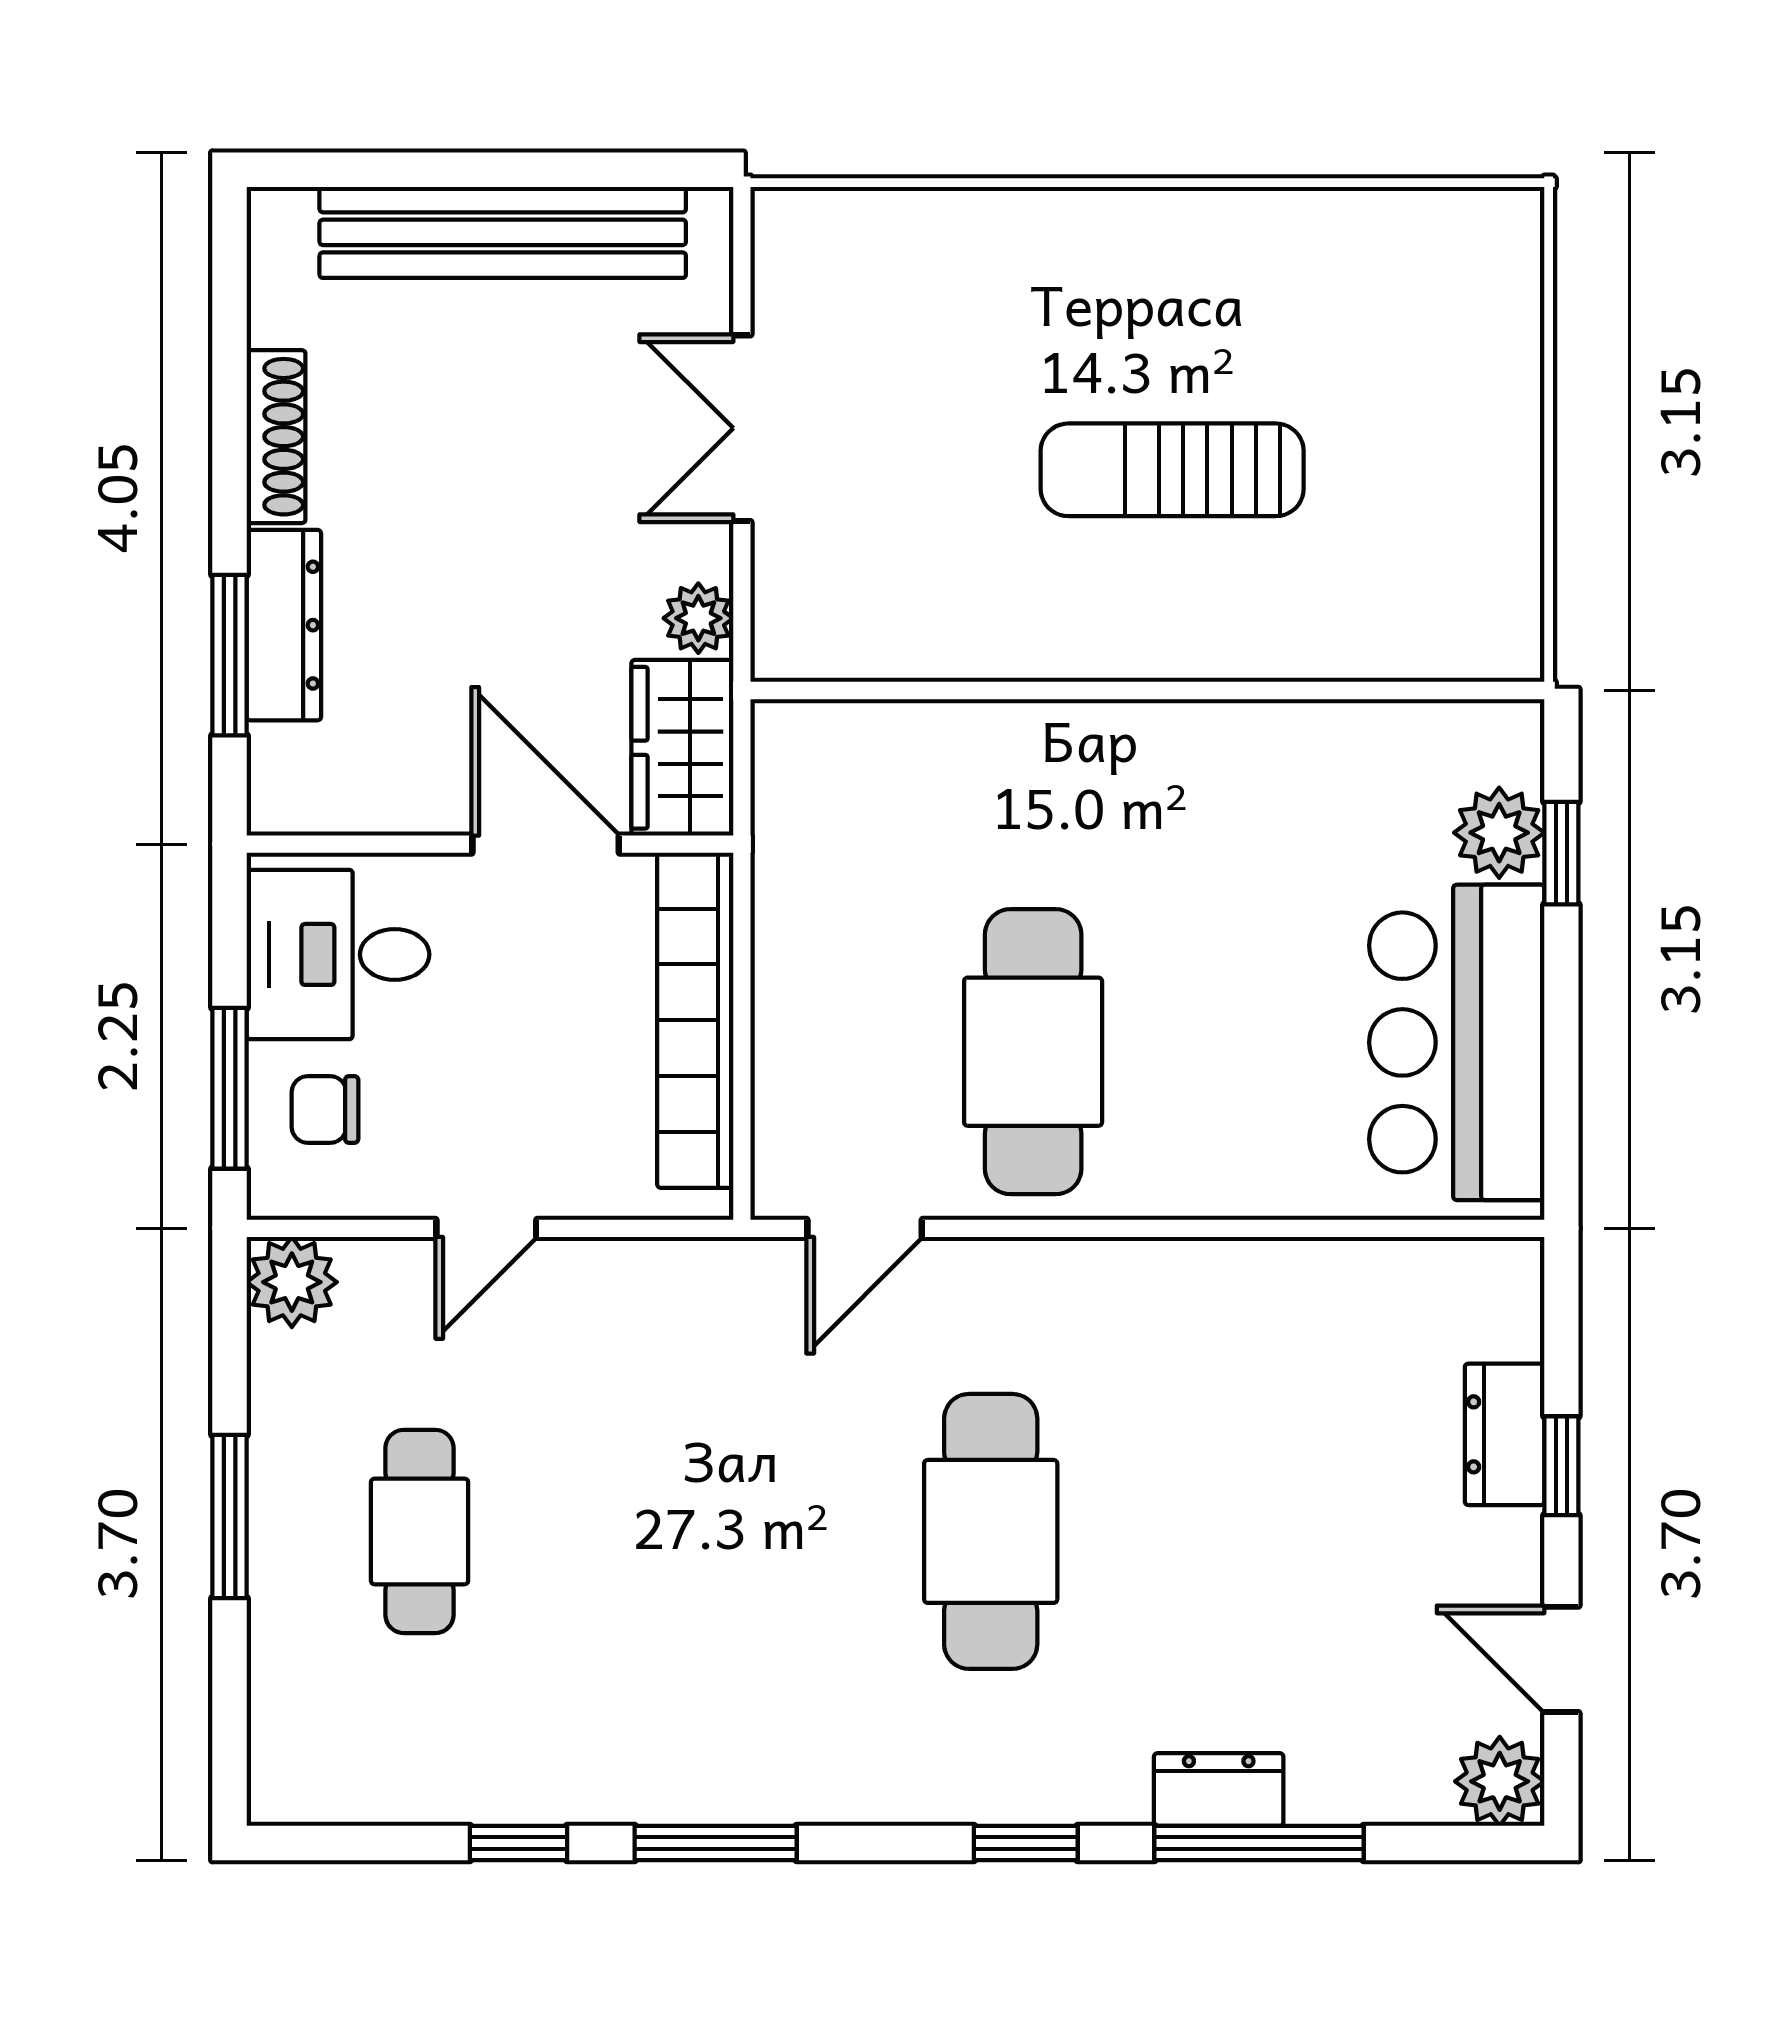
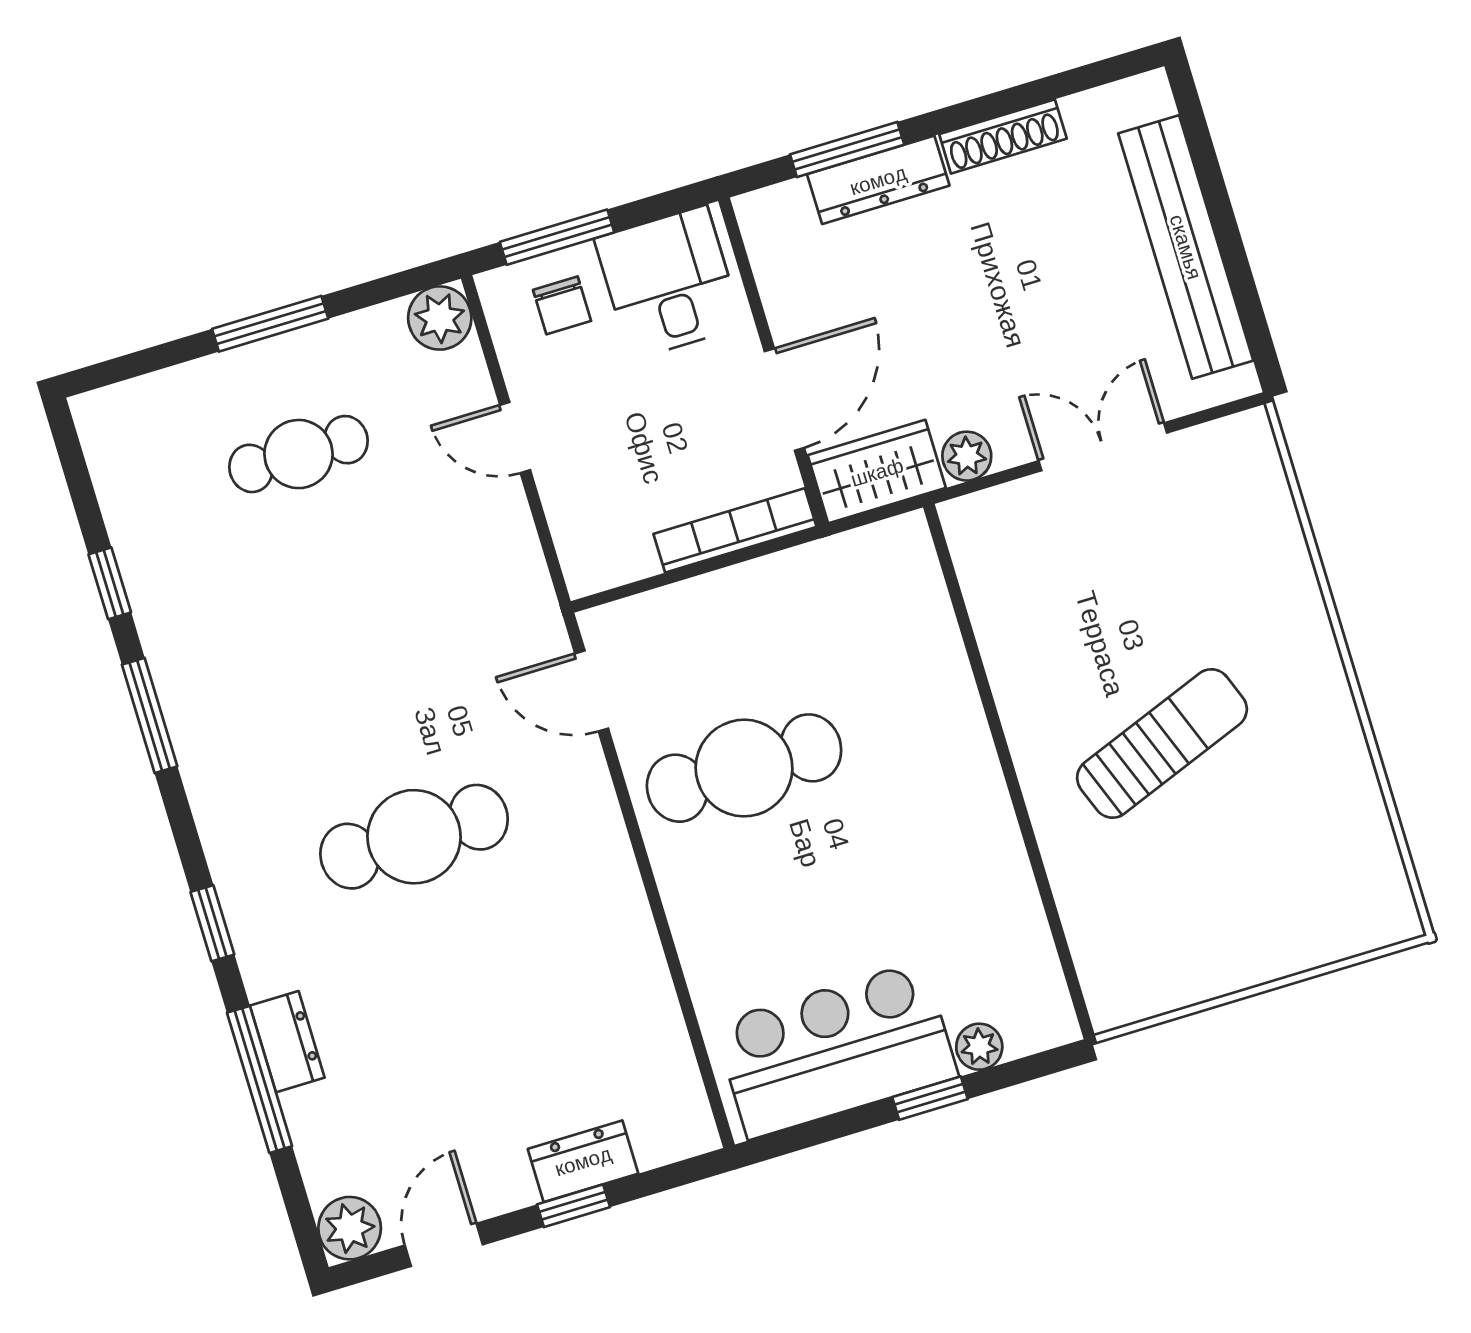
sun lounger: (1172, 470) -> (1162, 743), turned 69
plant: (1499, 833) -> (979, 1047), width x0.73, depth x0.73
window: (1561, 853) -> (930, 1098), moved
bookcase: (695, 1020) -> (735, 530), width x0.68, depth x0.76
chair: (325, 1110) -> (562, 305), turned 180

